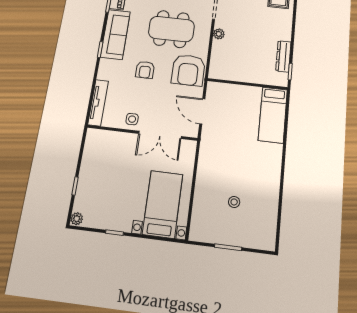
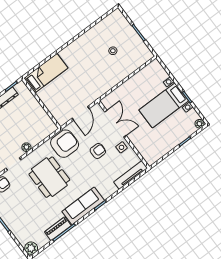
armchair: (145, 70) -> (98, 151), moved
bed with nightstands: (163, 204) -> (164, 105), moved

